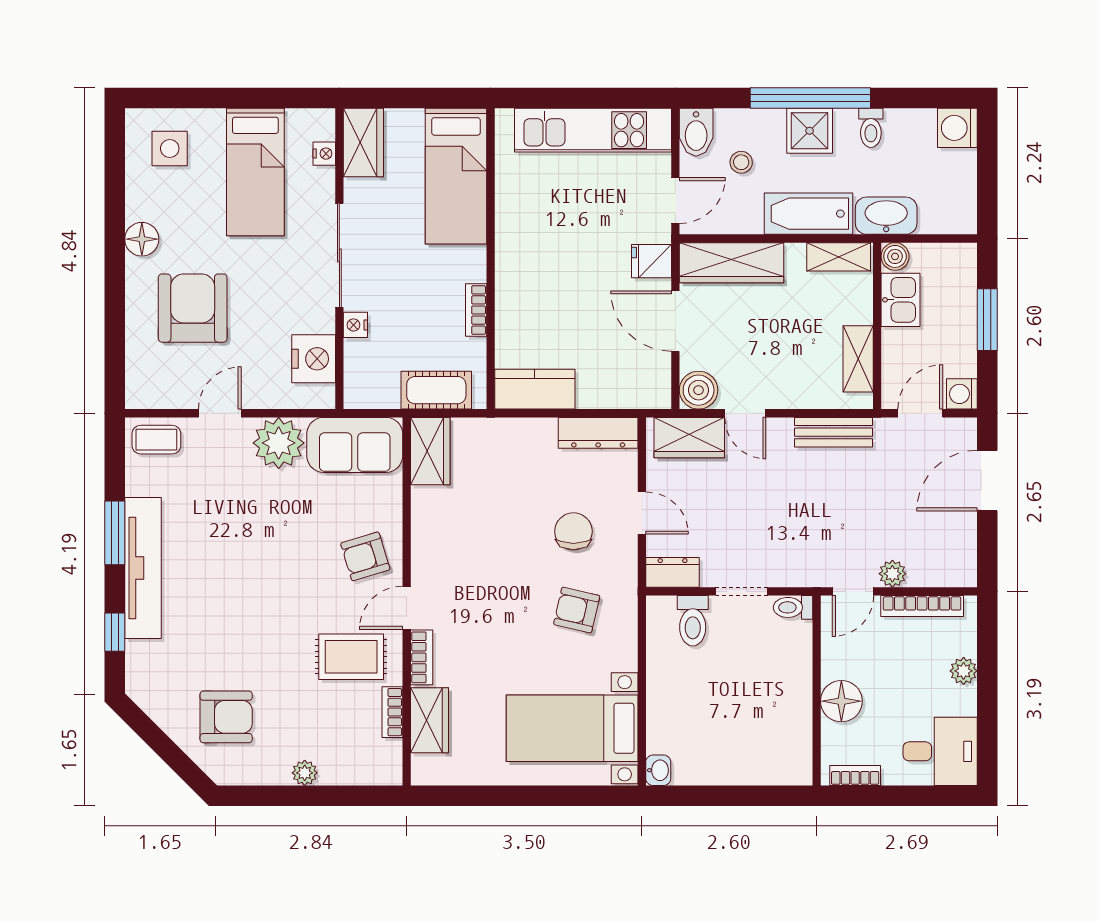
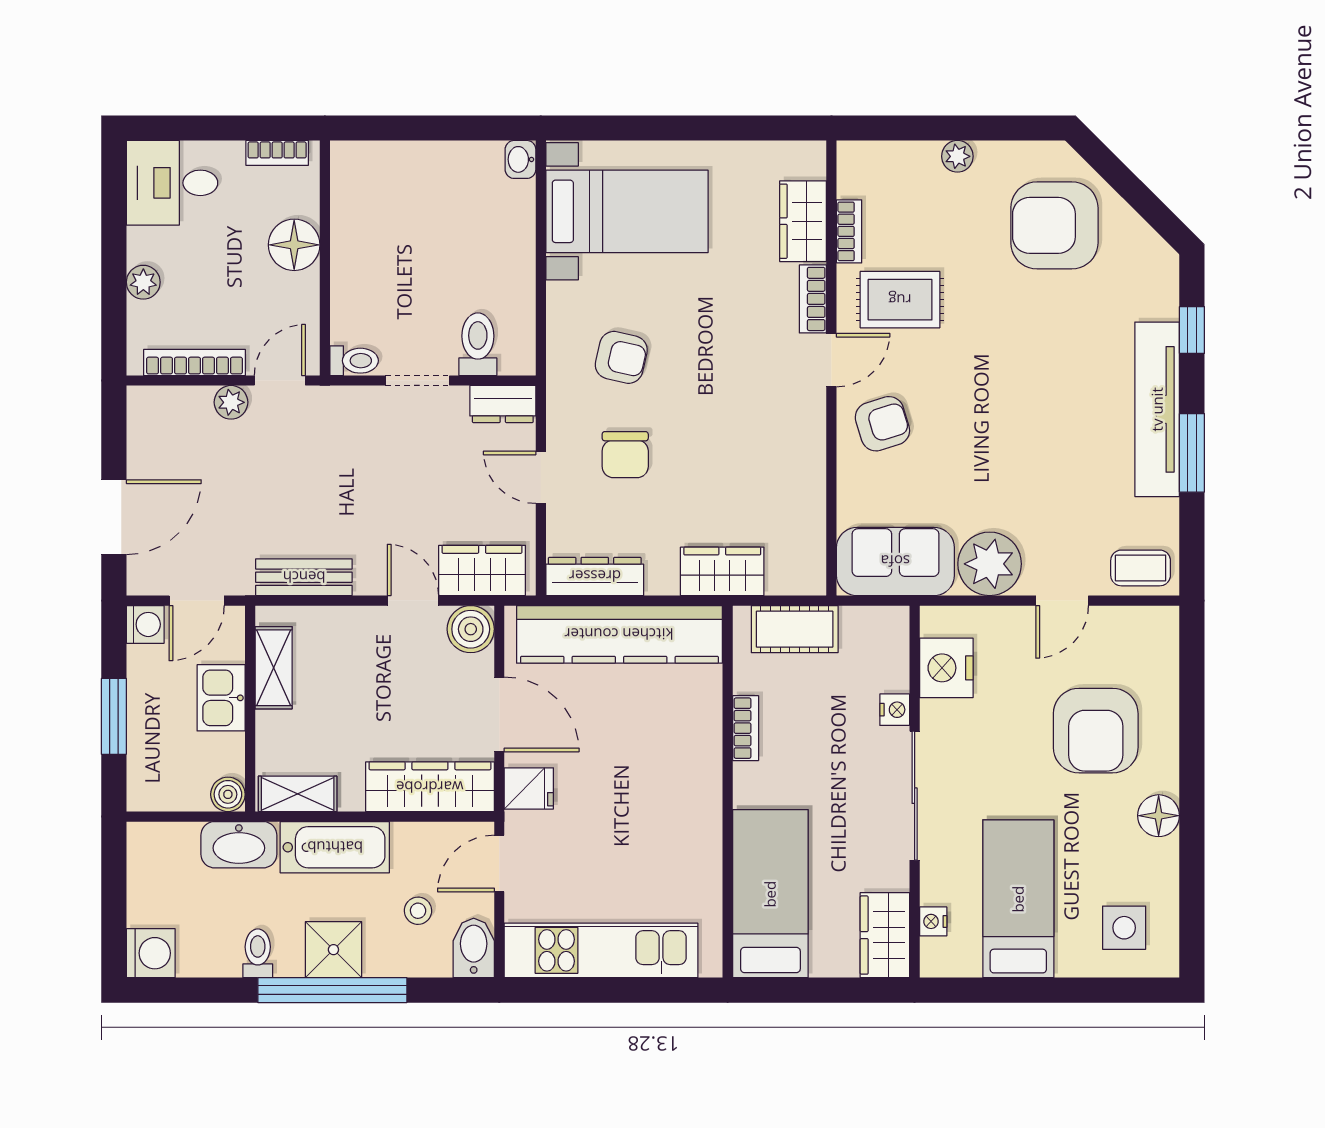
kitchen sink: (901, 300) -> (221, 698), moved
kitchen counter: (535, 389) -> (619, 634), width x2.08, depth x1.17
wardrobe: (430, 451) -> (722, 571), moved, turned 90
armchair: (226, 717) -> (1054, 225), width x1.36, depth x1.36

